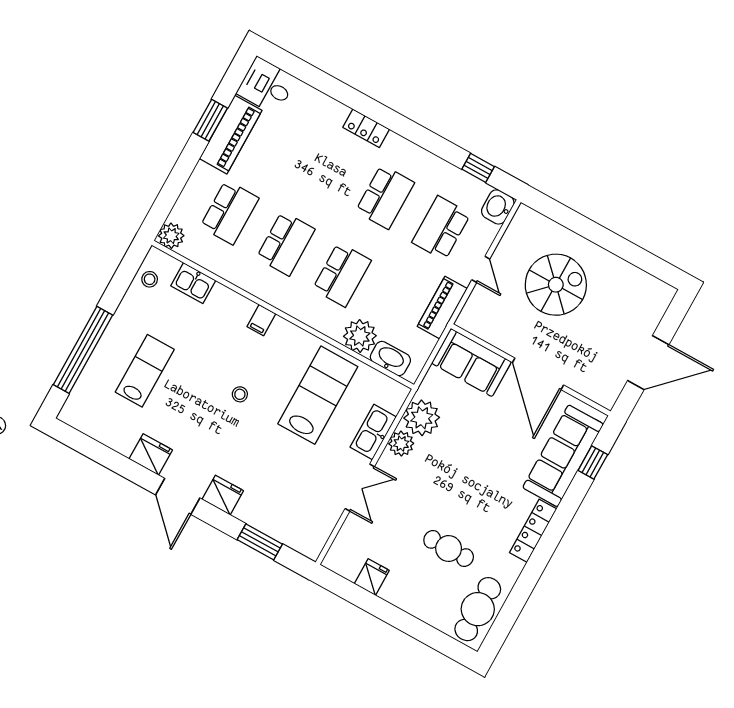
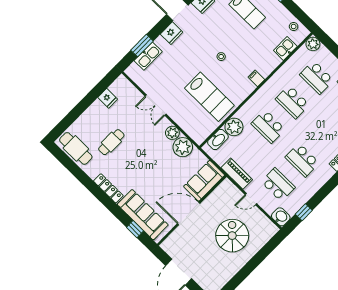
spiral stairs: (556, 285) -> (232, 236), turned 180
kitchen sink: (373, 432) -> (148, 56), moved, turned 90

